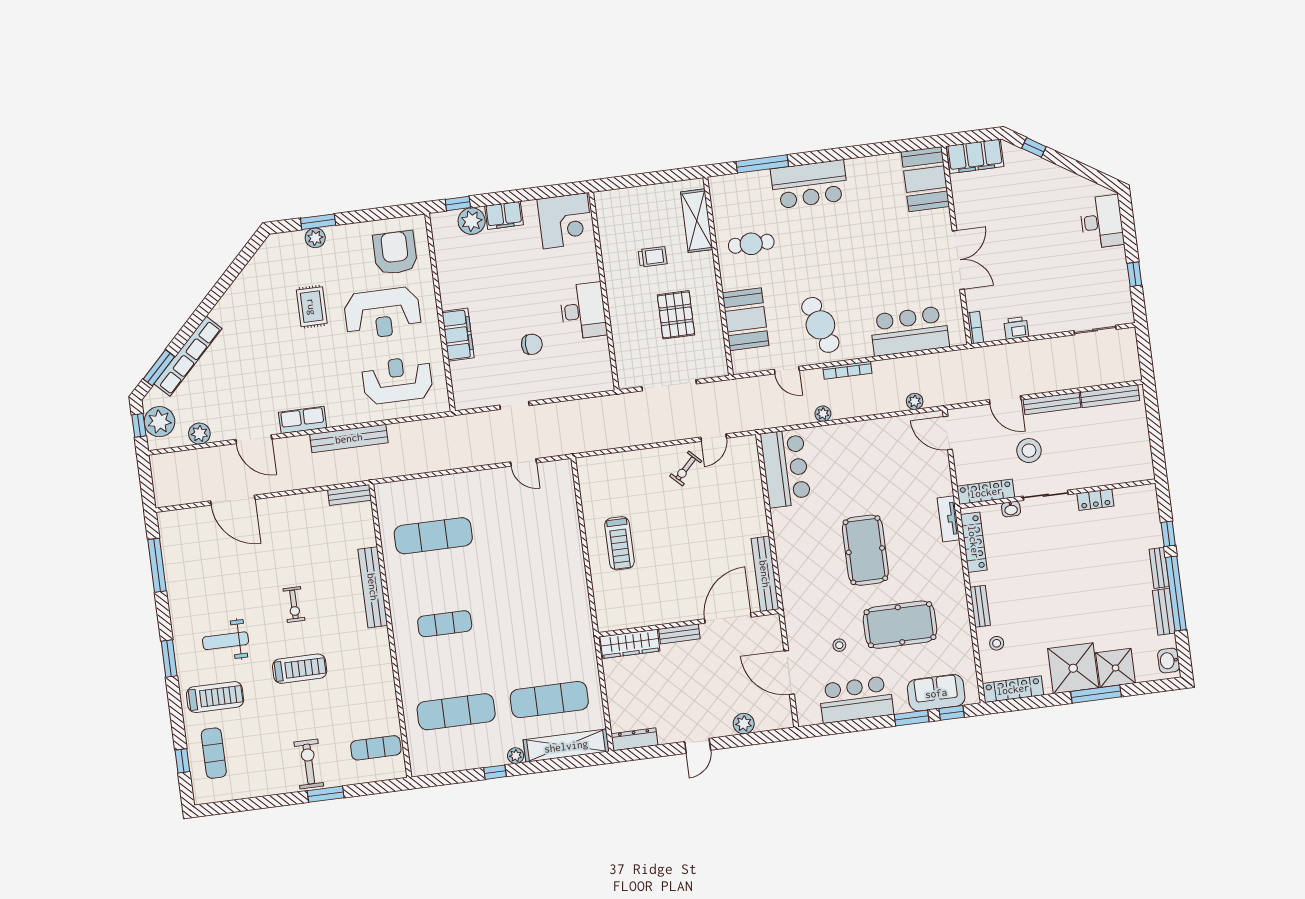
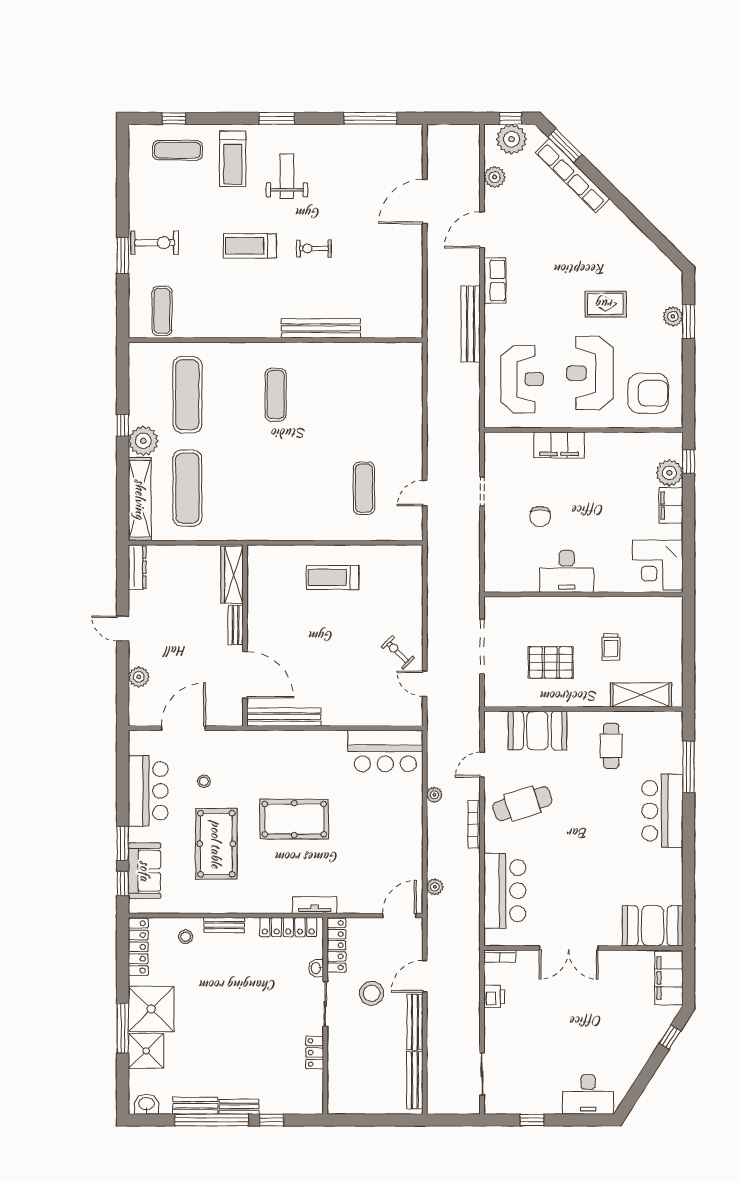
bench: (349, 495) -> (415, 317), removed
exercise mat: (433, 536) -> (364, 488), moved, width x0.73, depth x0.69
treadmill: (300, 669) -> (250, 246), turned 90
plant: (516, 756) -> (143, 441), width x1.88, depth x1.88

